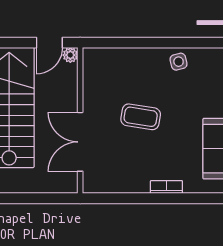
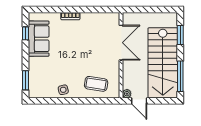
door: (49, 43) -> (139, 101), swing flipped
coffee table: (141, 117) -> (96, 84), moved

